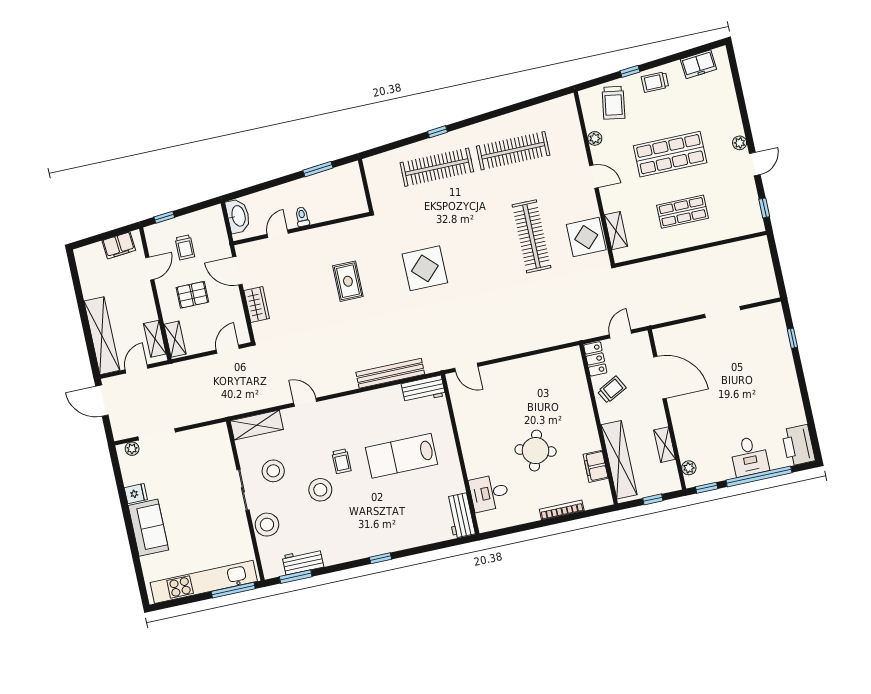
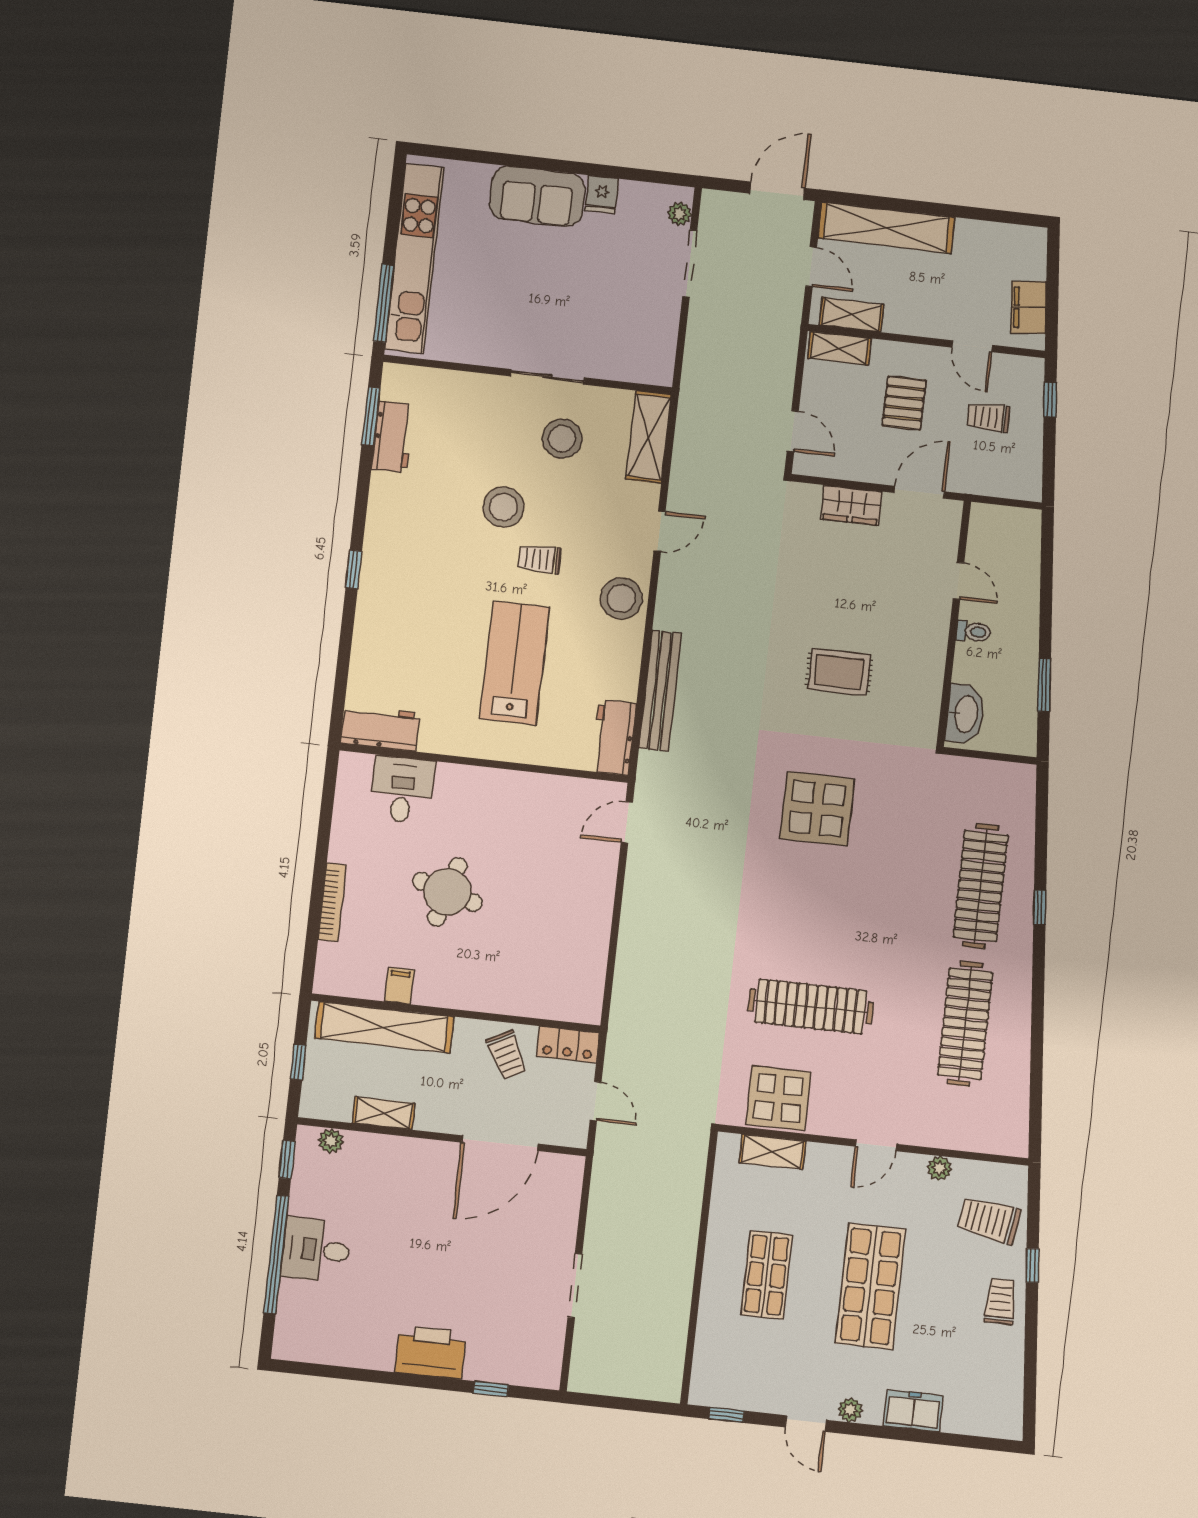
freezer: (698, 64) -> (913, 1411), moved, turned 95
washbasin: (238, 216) -> (965, 714), moved, turned -90
printer: (798, 445) -> (431, 1352), moved
filing cabinet: (596, 466) -> (399, 986), width x0.50
stool: (267, 525) -> (621, 598), moved

